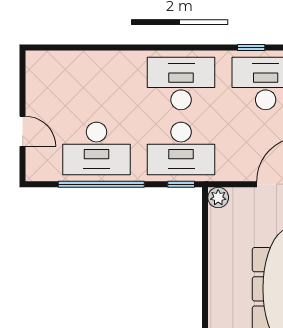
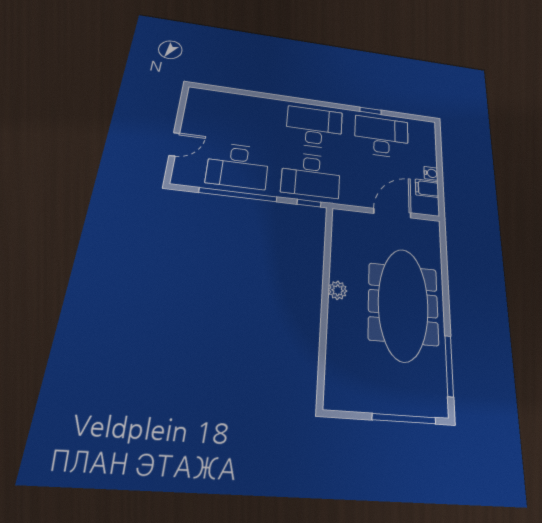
door: (23, 131) -> (174, 144), hinge flipped
plant: (218, 198) -> (338, 290), moved

